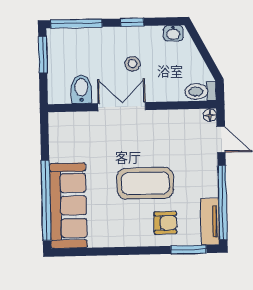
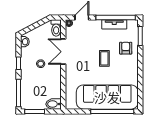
bidet: (81, 89) -> (54, 104), moved
double door: (122, 107) -> (63, 52), moved
coffee table: (145, 183) -> (104, 58), width x0.54, depth x0.58
sofa: (68, 206) -> (107, 97), width x1.36, depth x1.27
tv unit: (210, 222) -> (114, 24), moved

